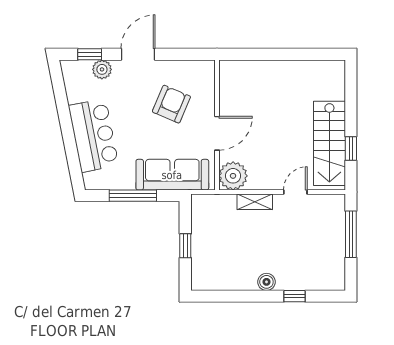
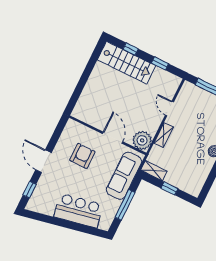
plant: (102, 69) -> (42, 187), removed
window: (351, 98) -> (131, 49), added
armchair: (171, 104) -> (82, 156), turned 67
stairs: (329, 143) -> (127, 63), moved
shelving: (199, 212) -> (154, 171), added

